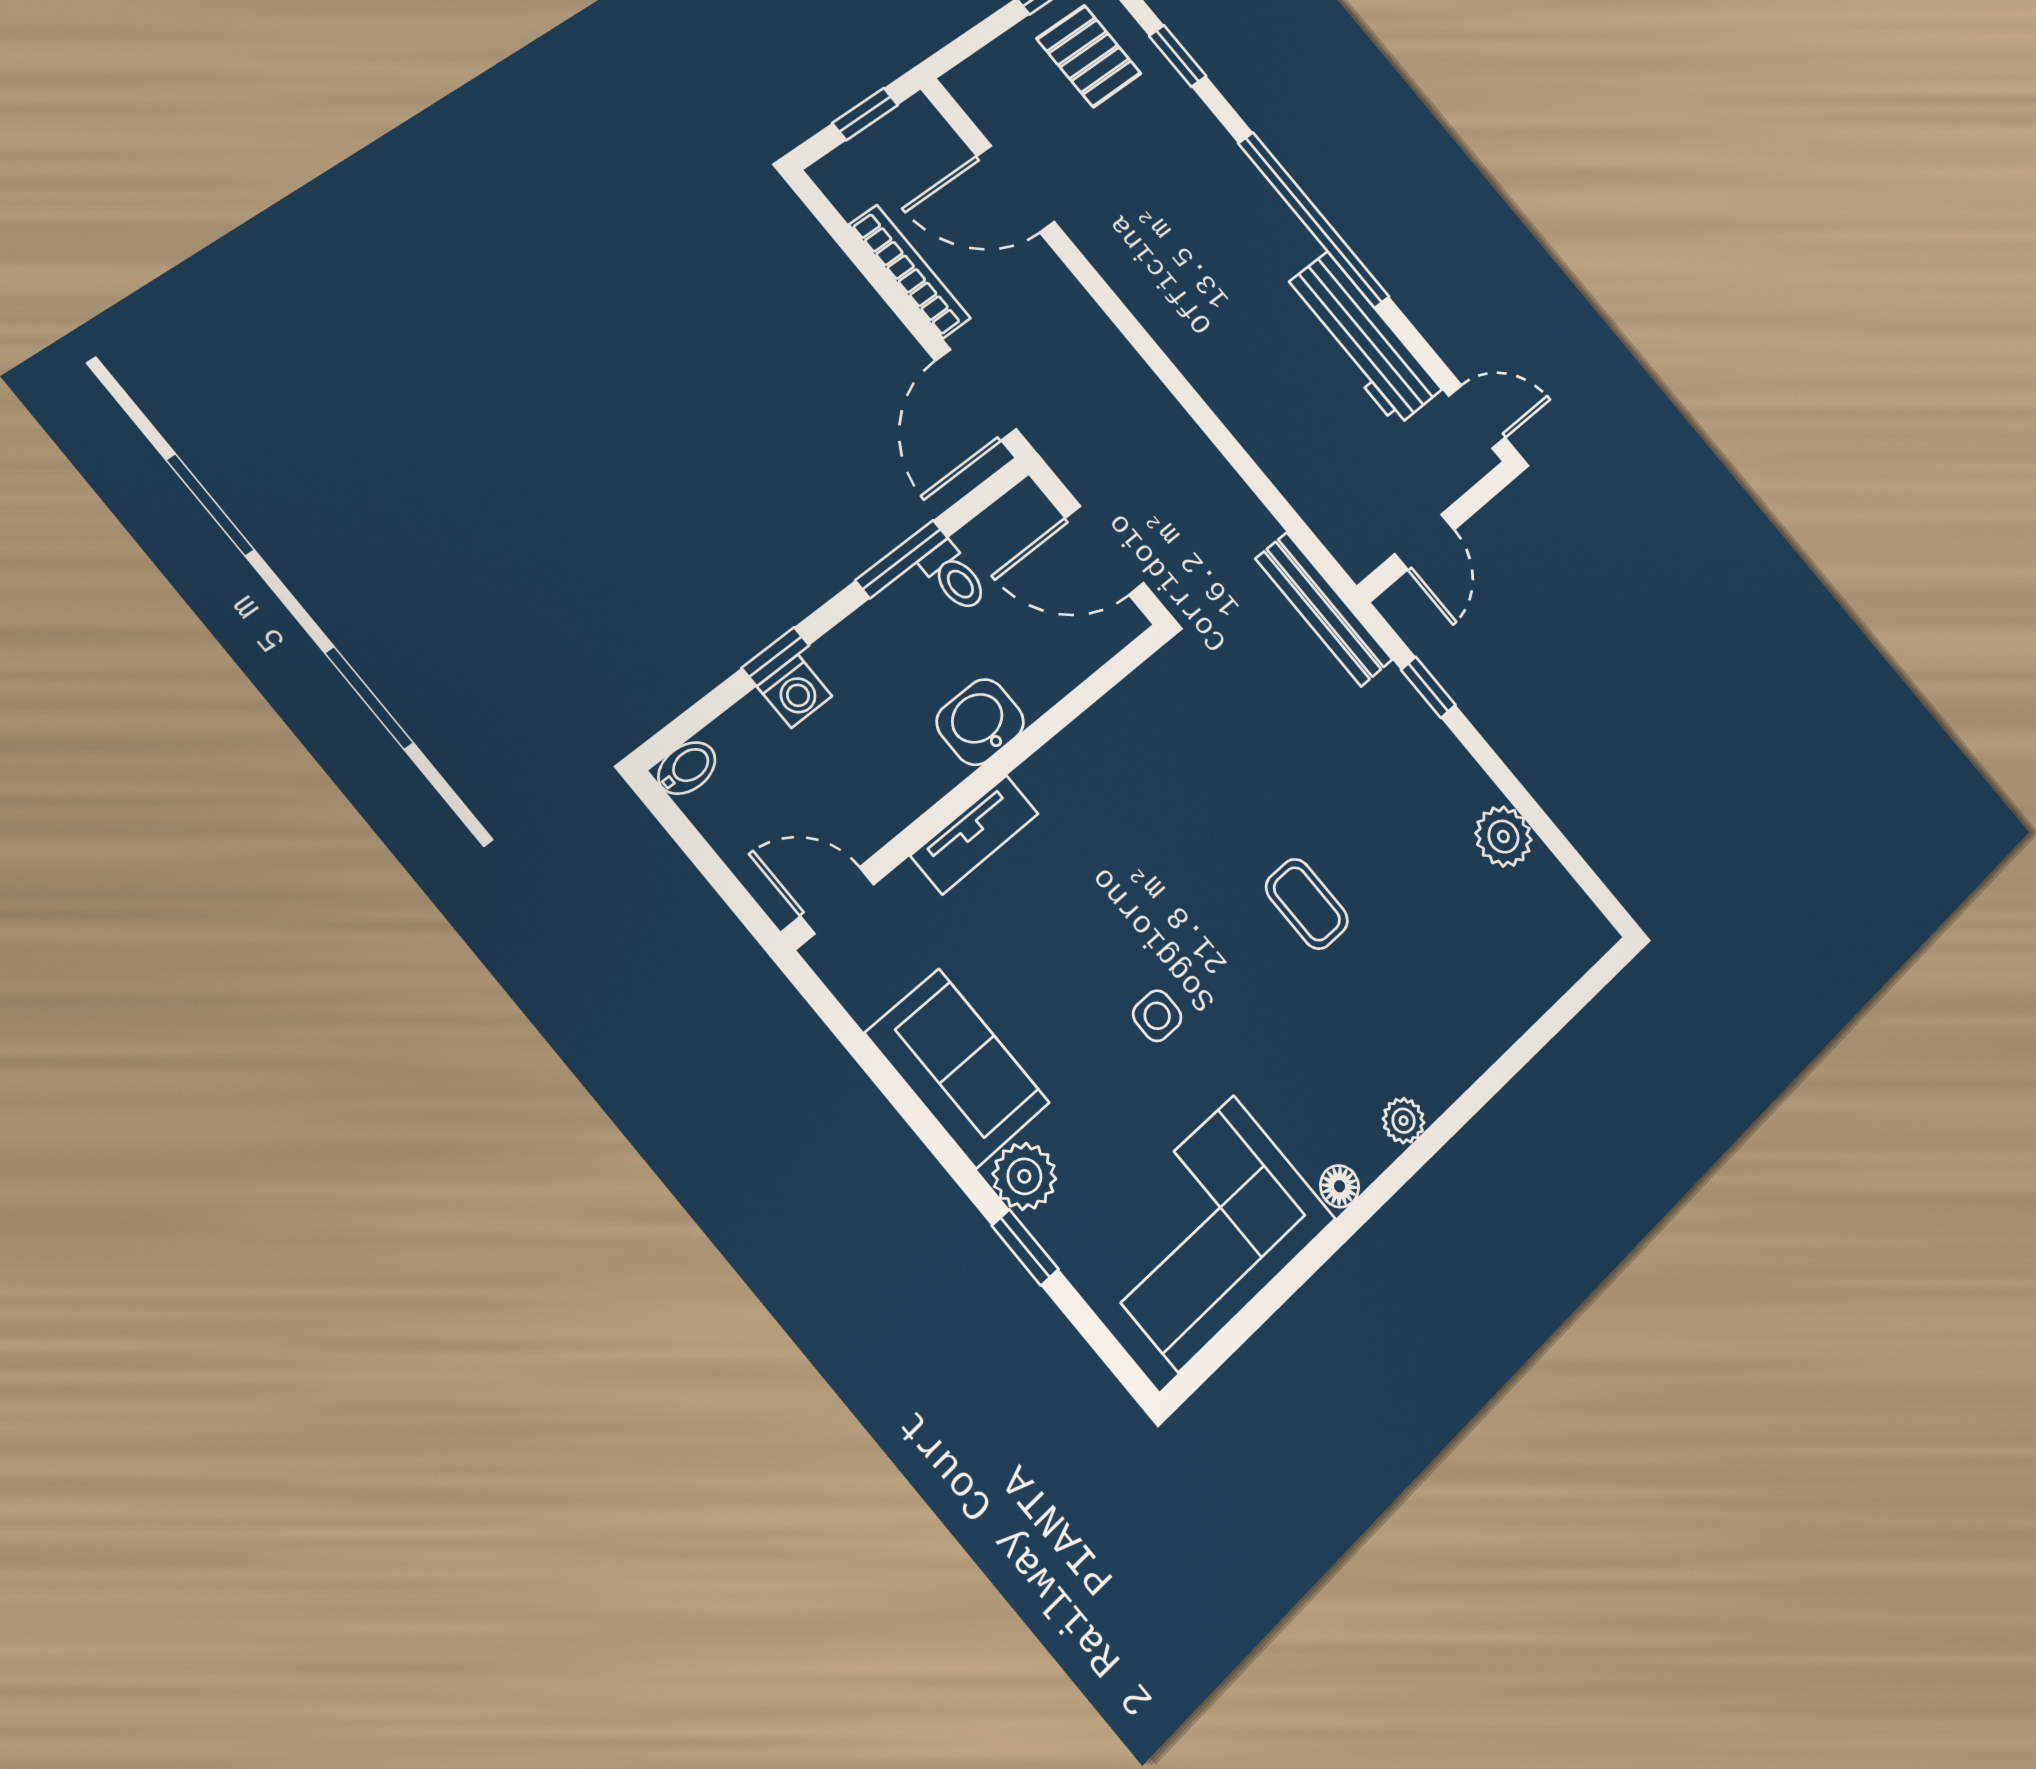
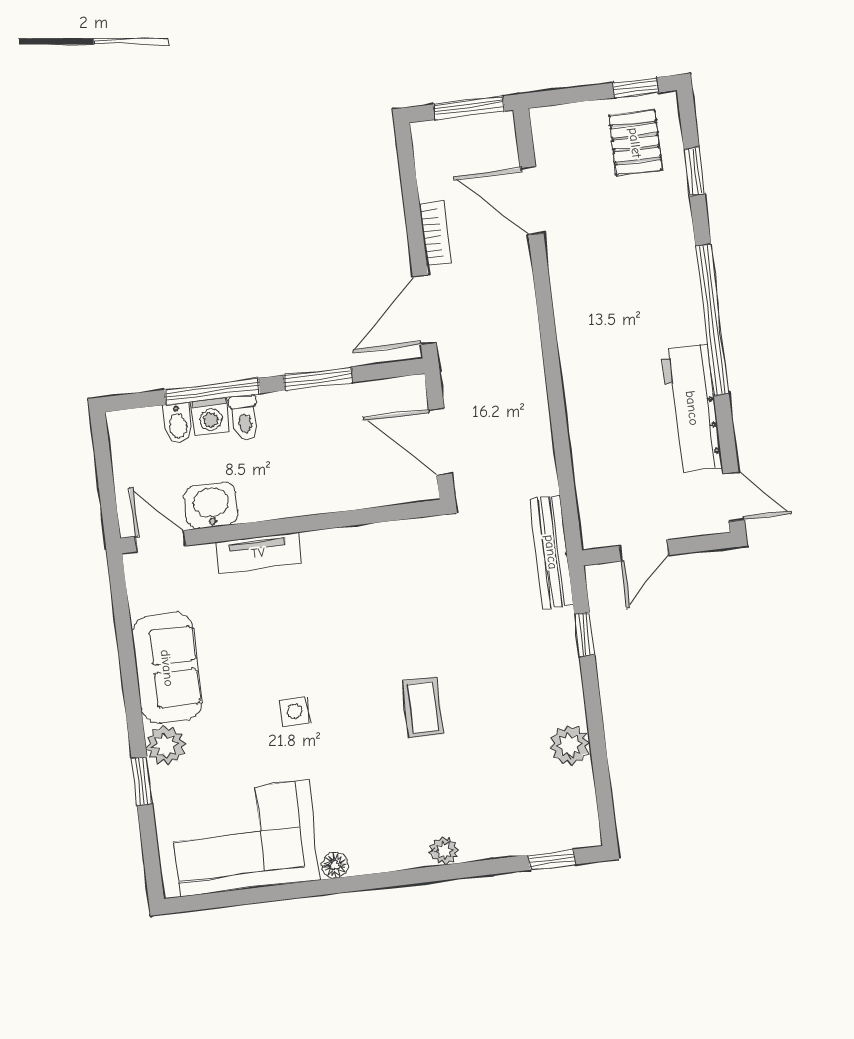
window: (865, 114) -> (469, 108), width x1.50
bookcase: (910, 272) -> (435, 234), width x0.64
toilet: (954, 577) -> (244, 418), moved
window: (776, 657) -> (212, 392), width x2.17
washbasin: (980, 722) -> (211, 505), moved
bidet: (687, 768) -> (178, 423), moved, turned 90
window: (1580, 995) -> (552, 860), added
plant: (1404, 1121) -> (444, 851), moved

